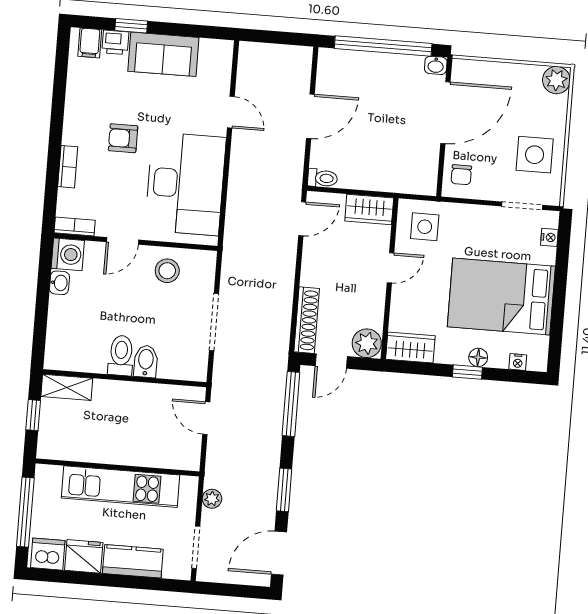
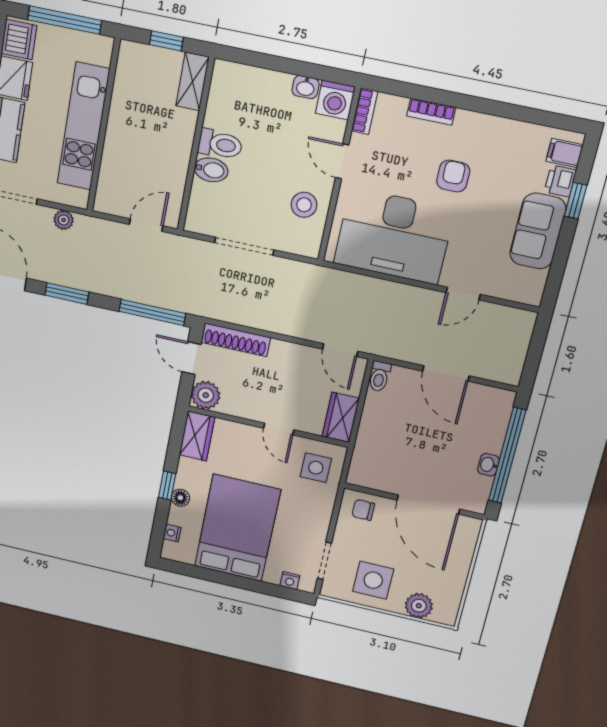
washbasin: (436, 65) -> (488, 465), moved
plant: (556, 80) -> (419, 606), moved

